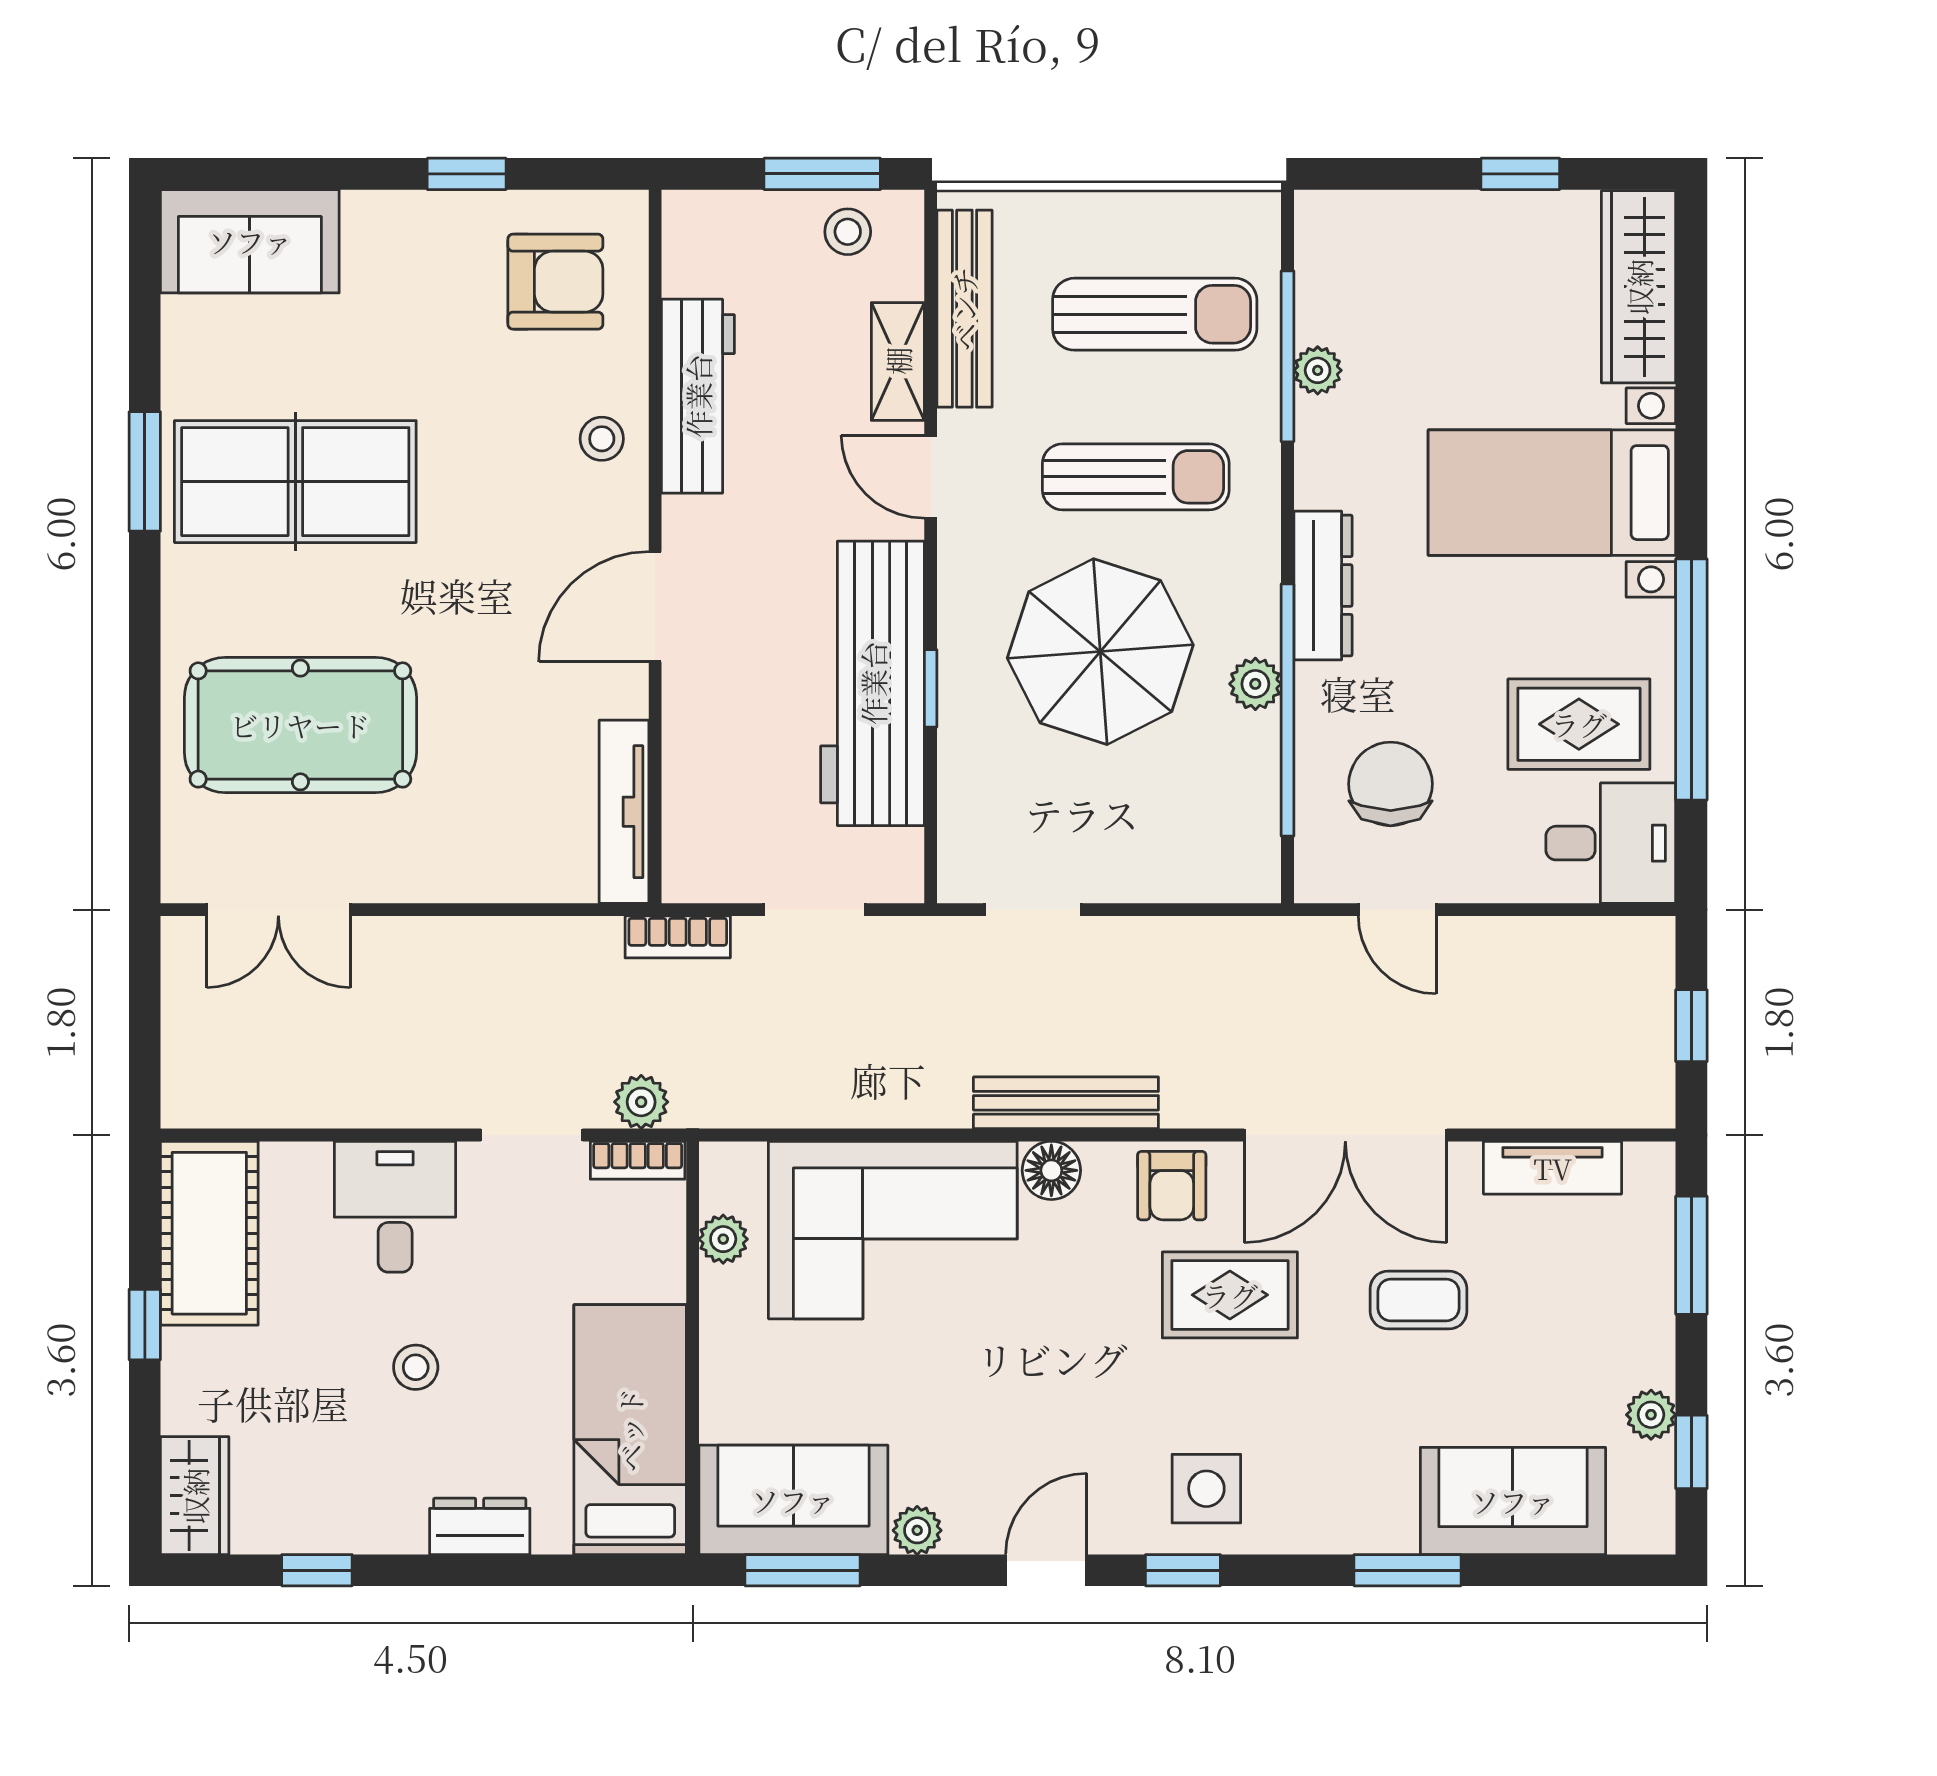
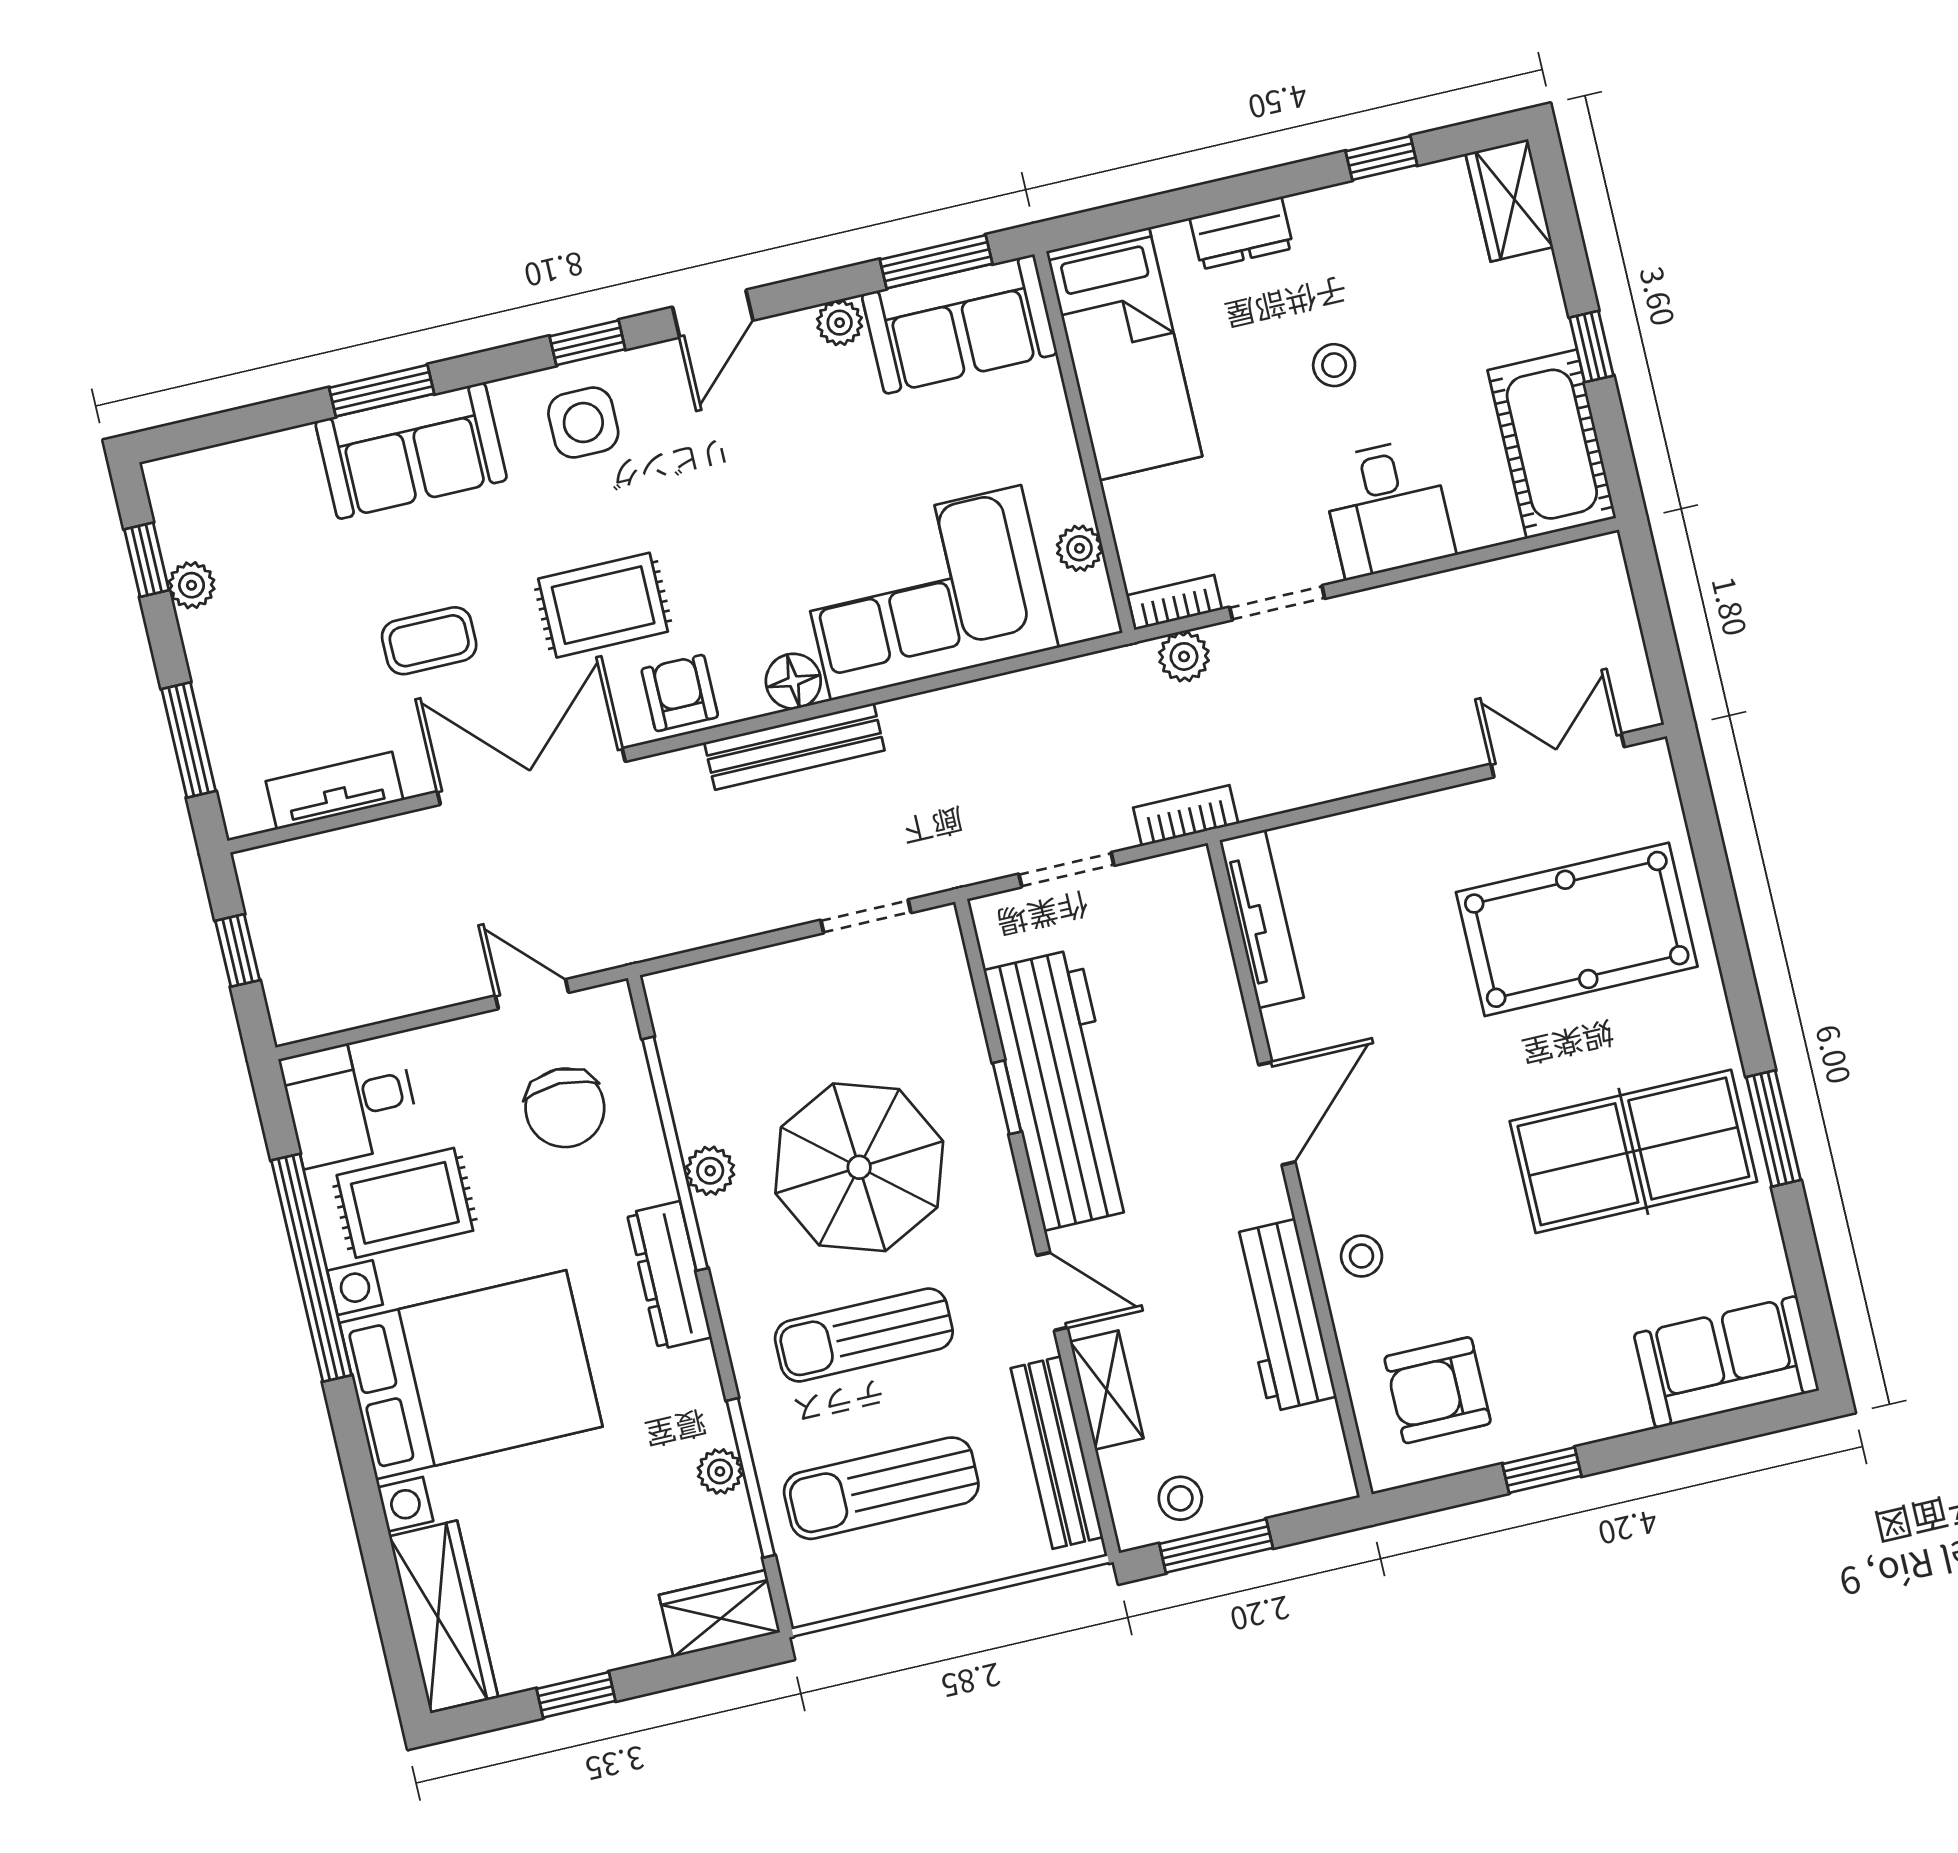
wardrobe: (1352, 223) -> (720, 1614), added
bed with nightstands: (1552, 493) -> (471, 1375), width x1.36
sofa: (1513, 1501) -> (411, 451), moved

